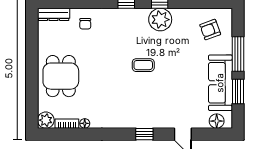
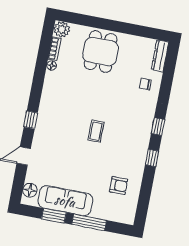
plant: (160, 20) -> (136, 155), removed
armchair: (210, 30) -> (119, 186), moved, turned 110
dining table: (61, 76) -> (101, 52), turned 90

